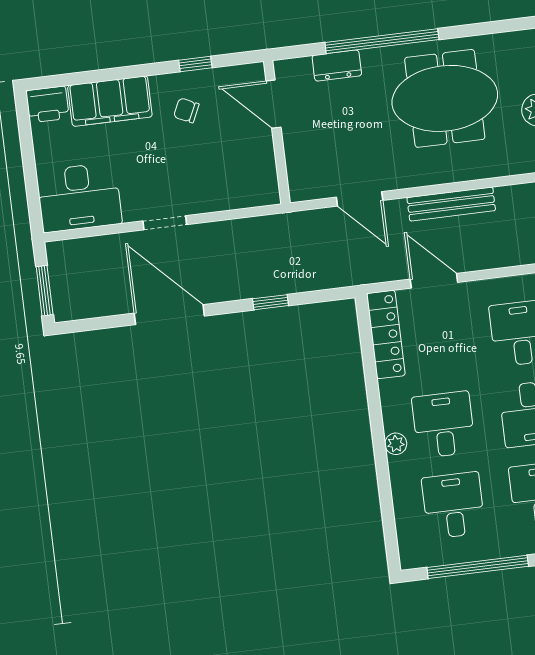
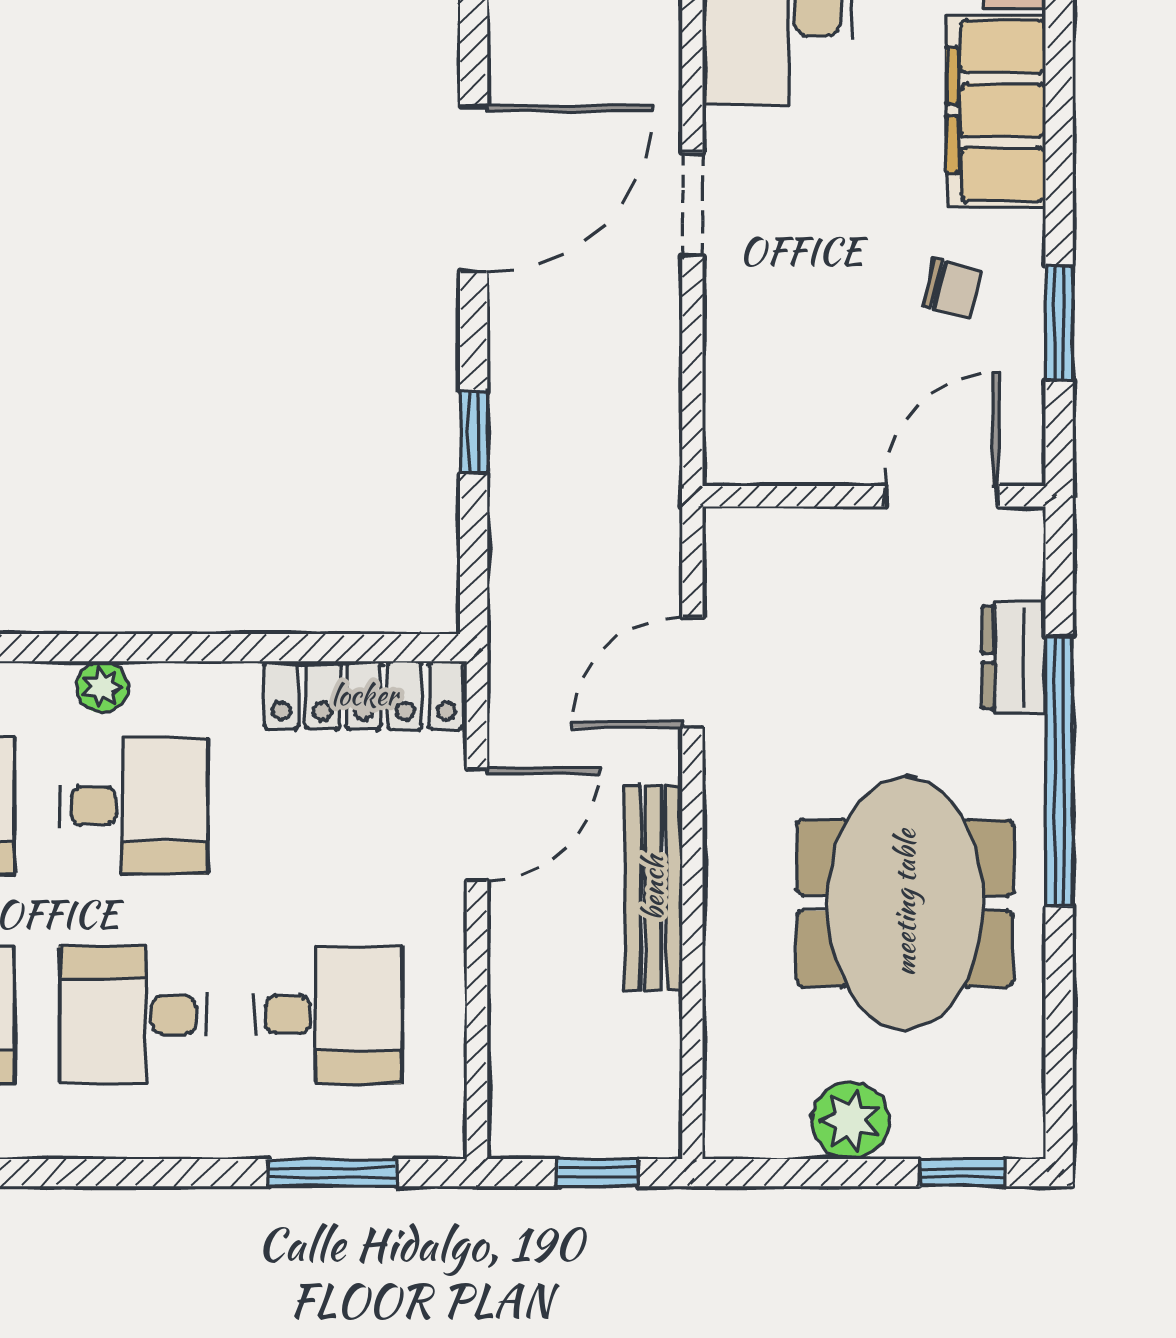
window: (195, 64) -> (1059, 323), width x1.50
chair: (186, 110) -> (952, 288), turned 80

